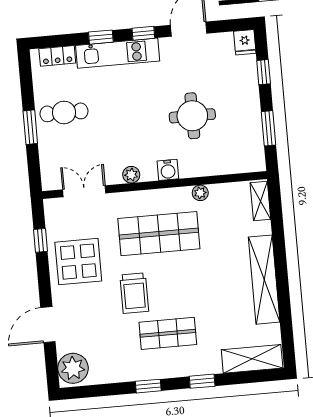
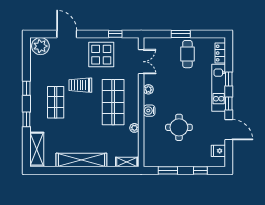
fridge: (245, 42) -> (218, 151), moved

